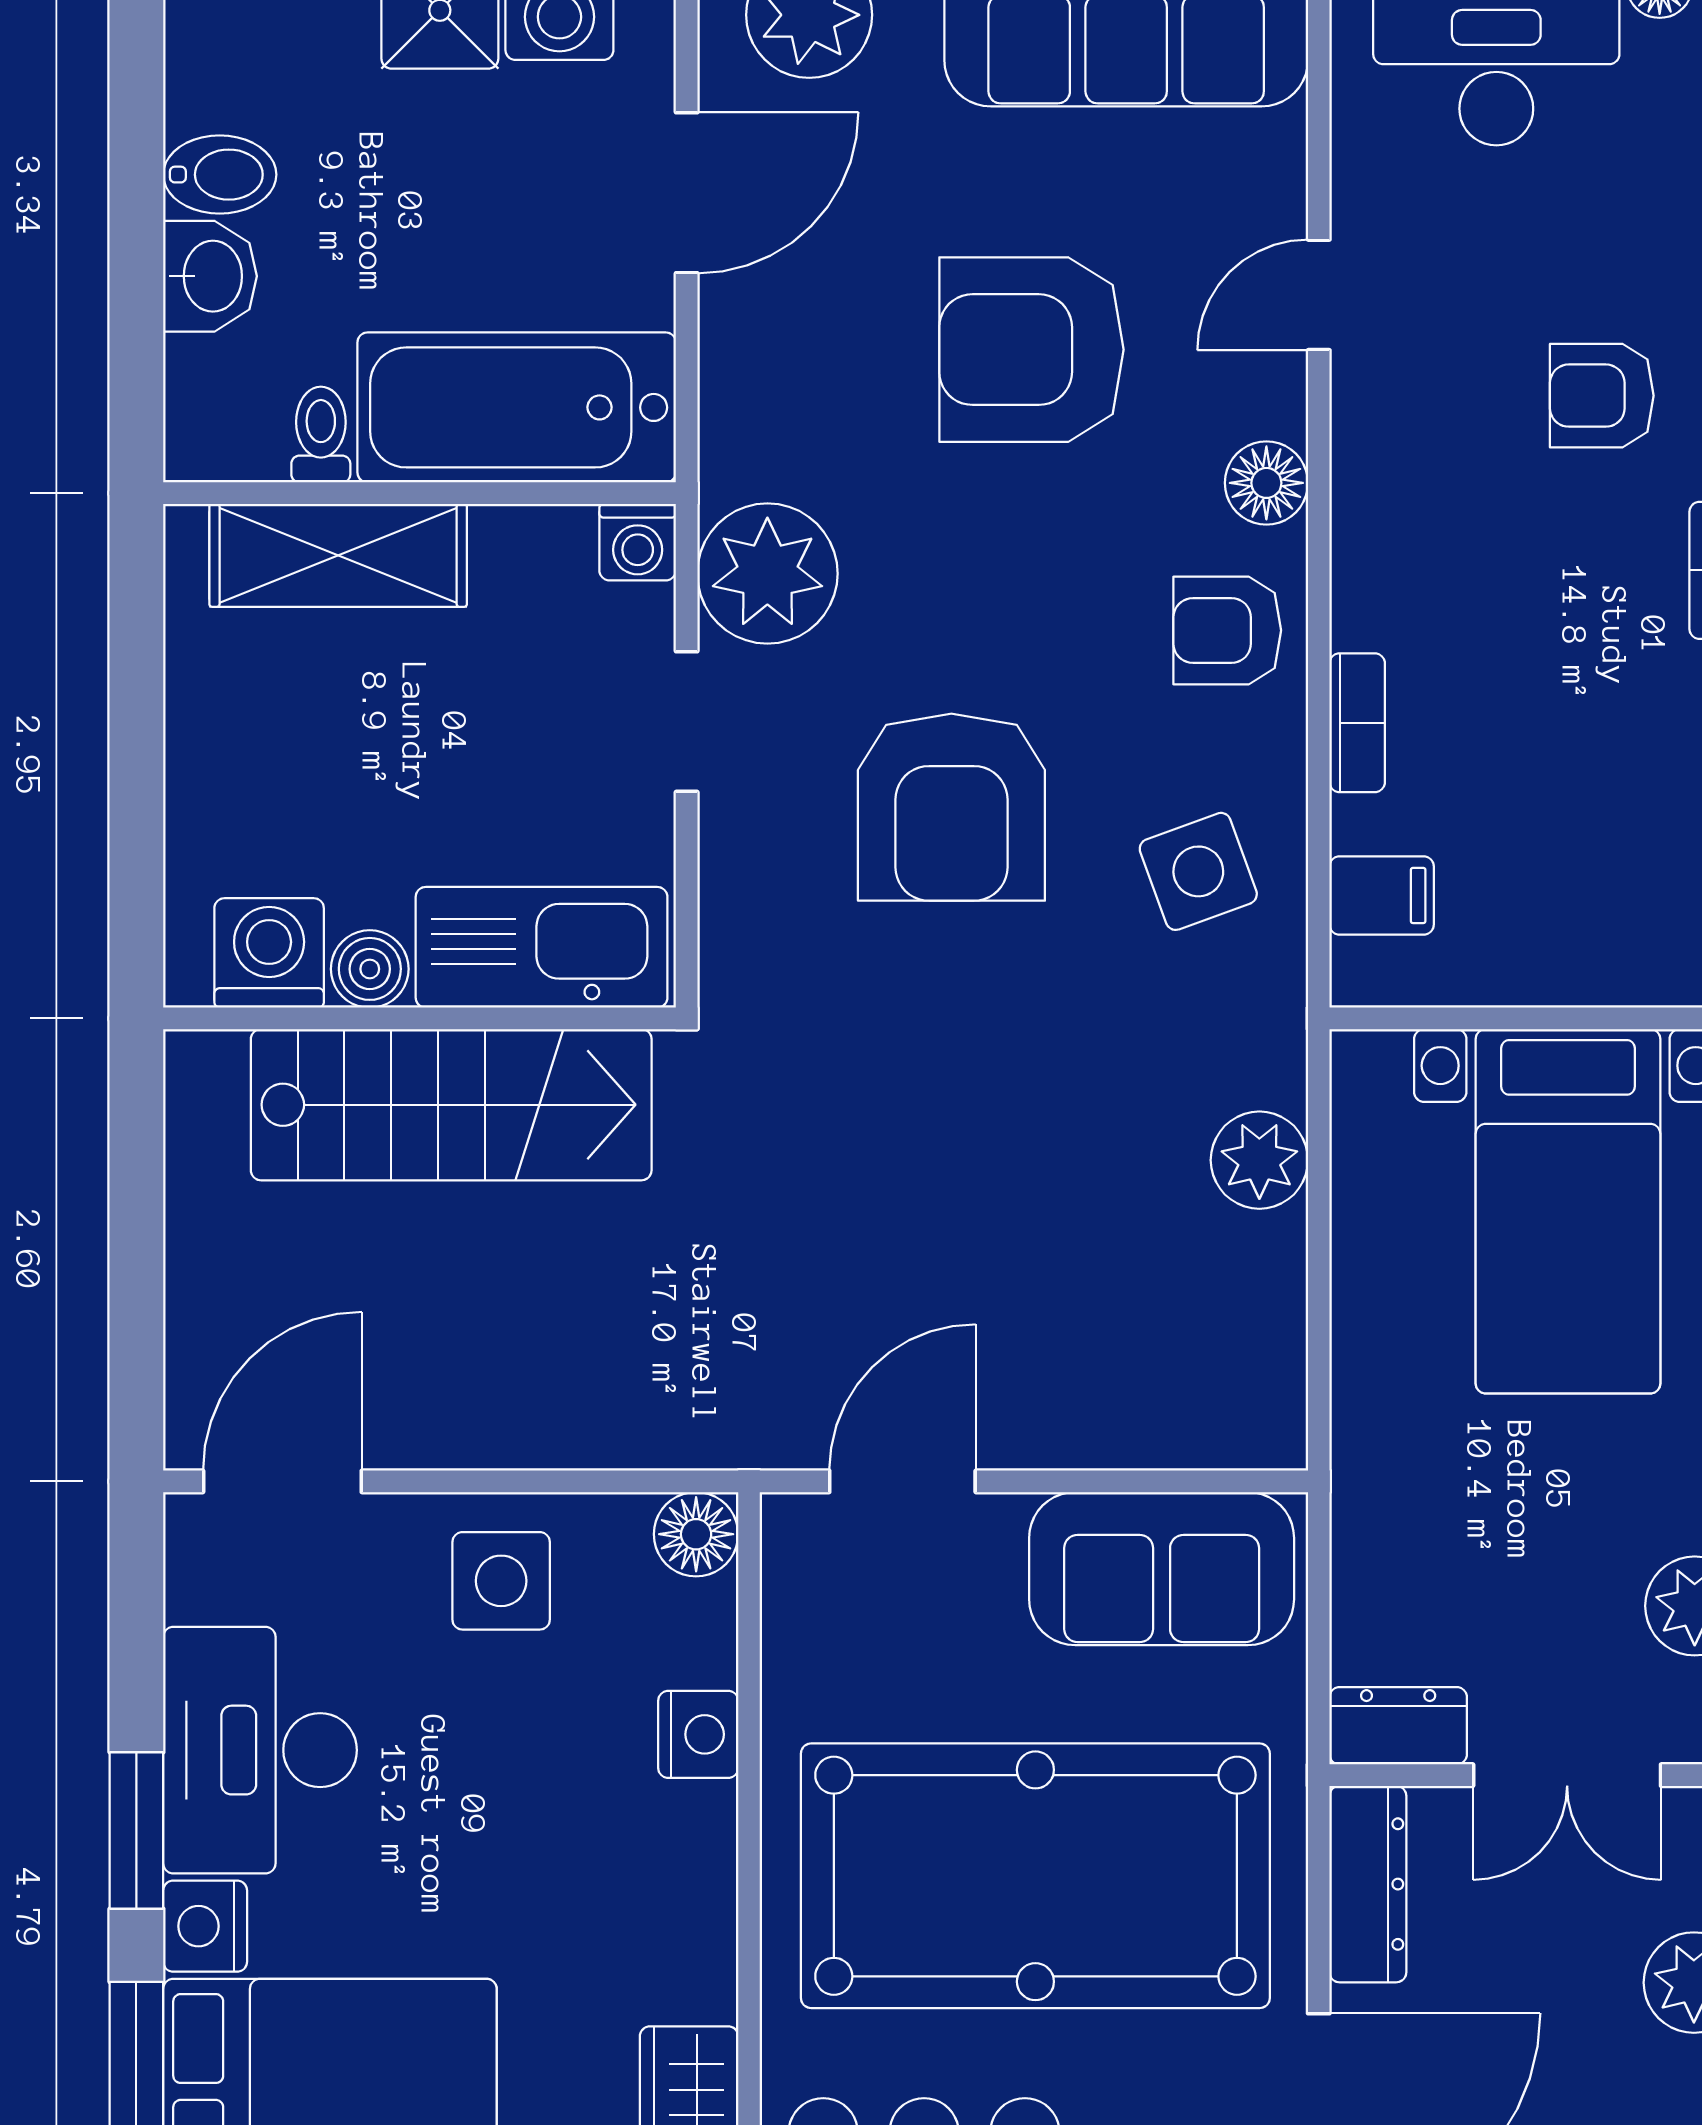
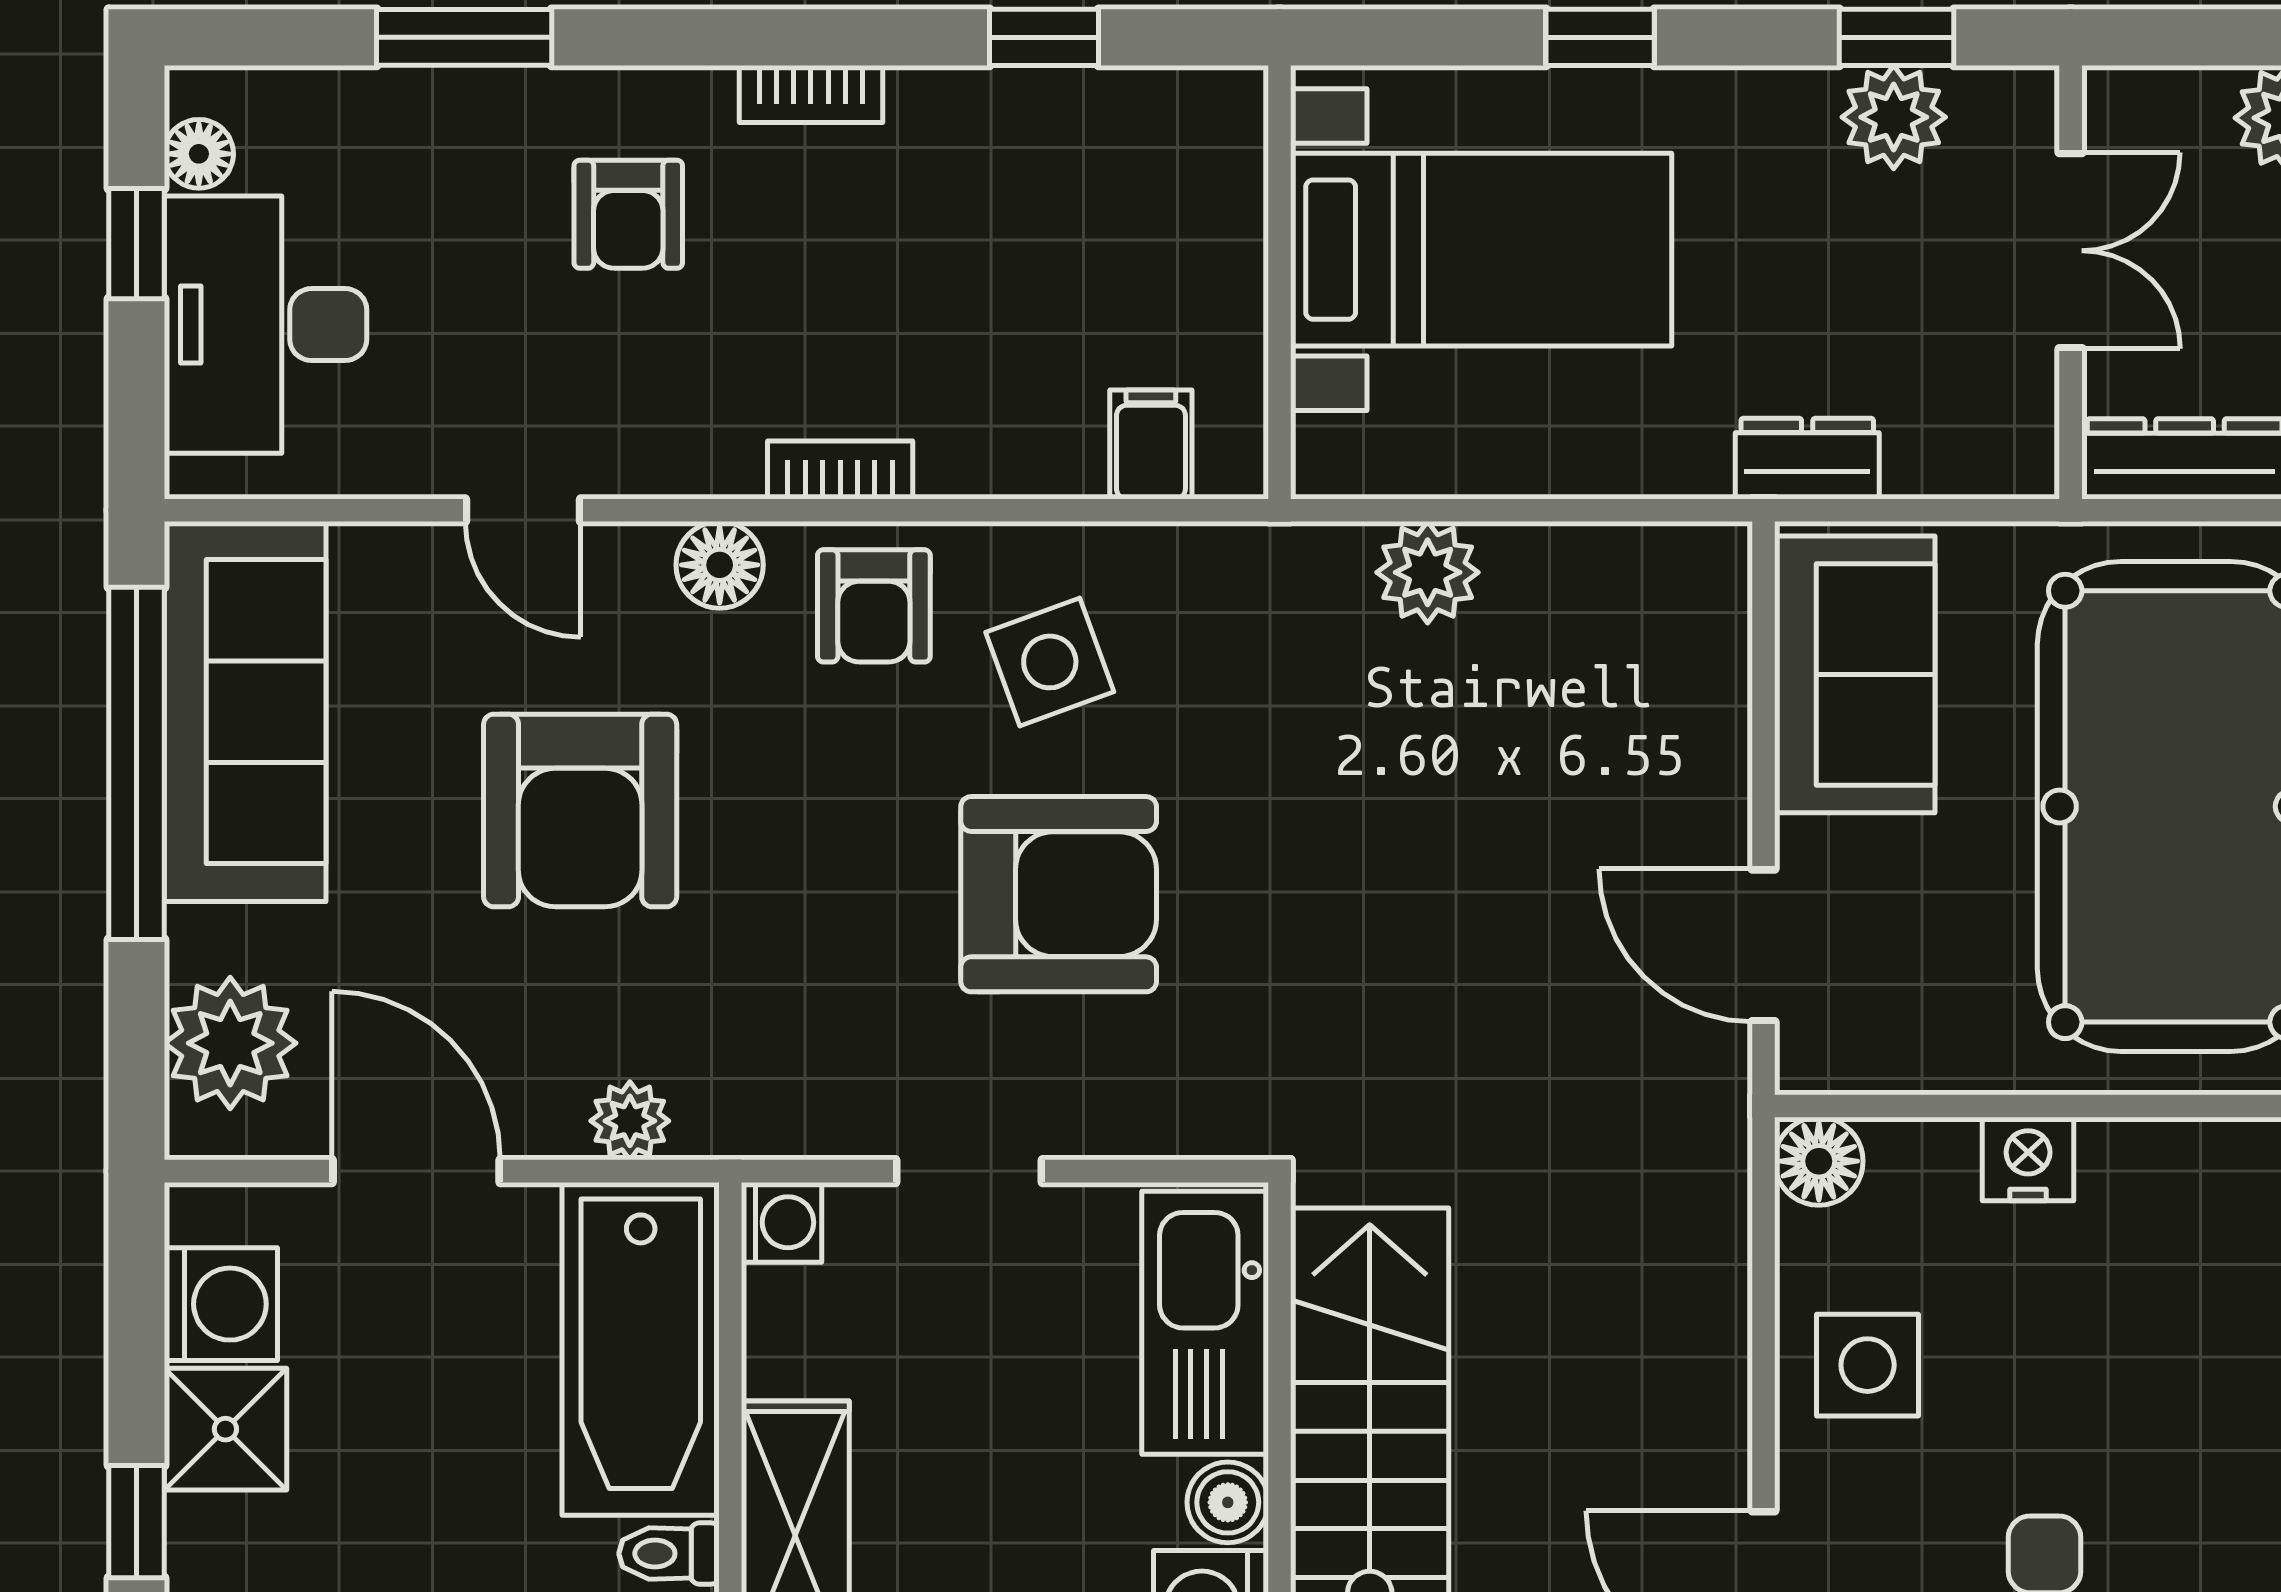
plant: (767, 574) -> (630, 1121), moved, width x0.53, depth x0.53
bookcase: (1357, 723) -> (840, 470), moved
side table: (1198, 871) -> (1050, 662), moved
dresser: (1398, 1726) -> (1807, 459), moved, turned 90

